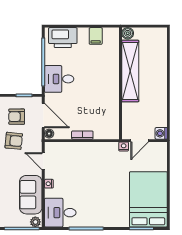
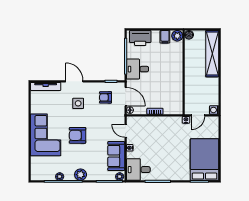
plant: (112, 35) -> (177, 36), added
shelving: (130, 71) -> (212, 54), moved
armchair: (14, 141) -> (103, 116), removed

